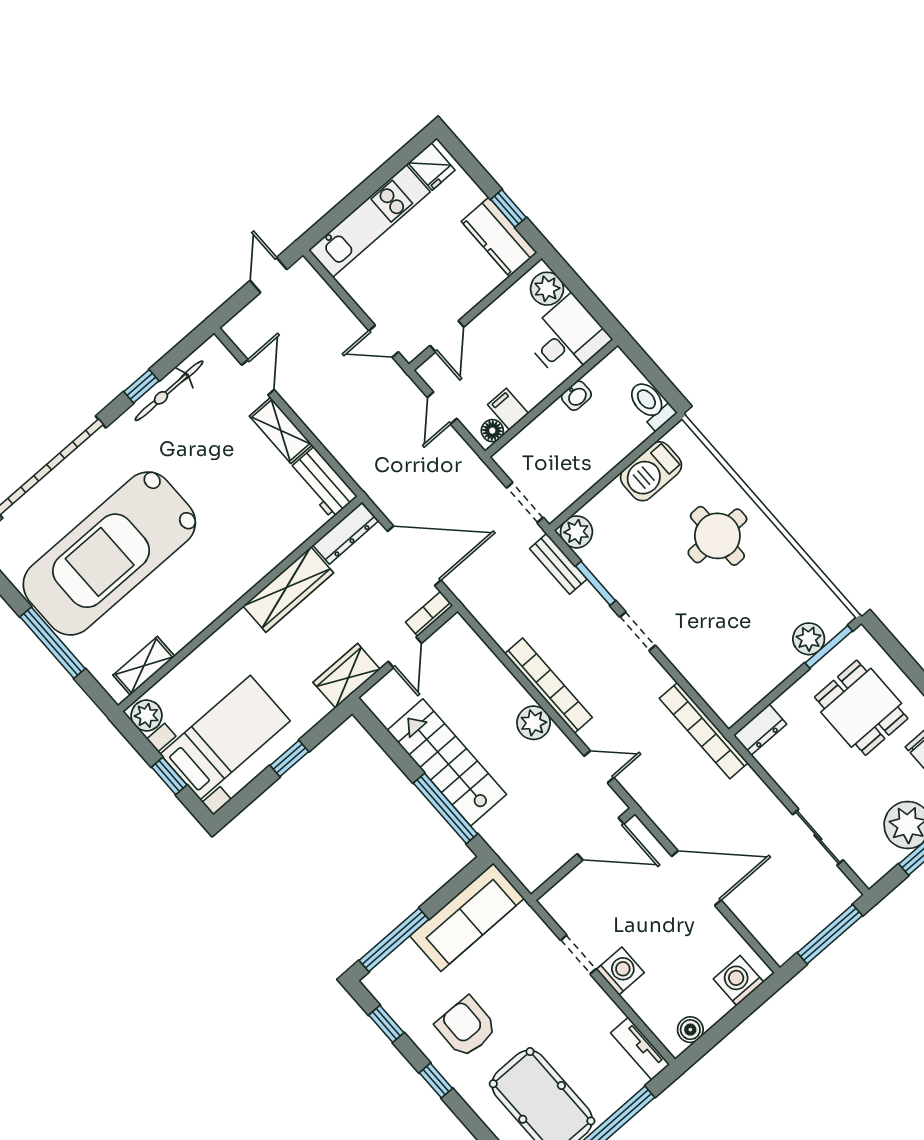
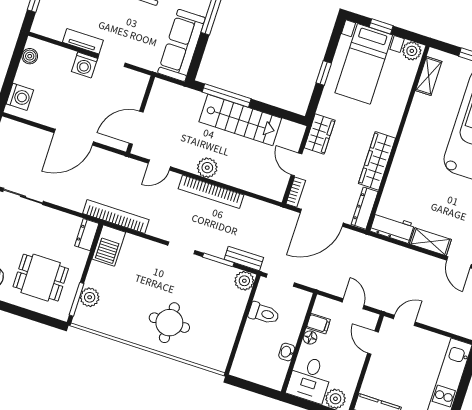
toilet: (651, 404) -> (264, 313), moved
floor lamp: (492, 431) -> (310, 338), moved
barbecue: (651, 471) -> (109, 246), moved, turned 180
tv unit: (640, 1049) -> (83, 41), moved

